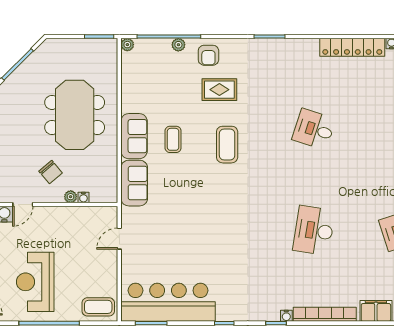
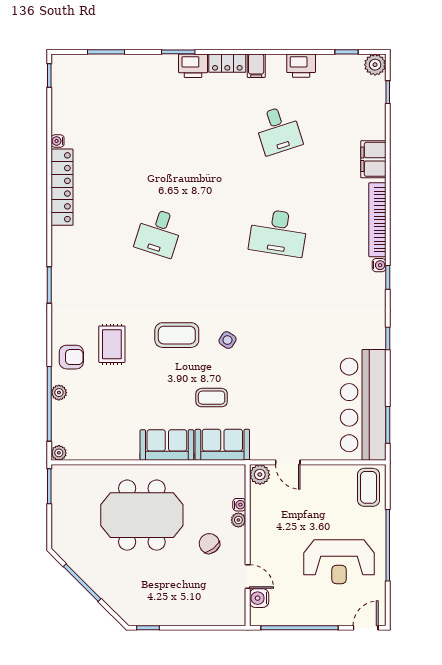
coffee table: (173, 139) -> (212, 398), moved
chair: (51, 172) -> (209, 544), turned -88
side table: (223, 187) -> (228, 340), added
plant: (109, 215) -> (260, 475), added

